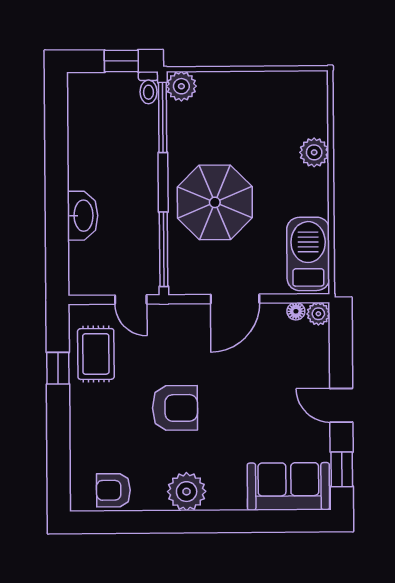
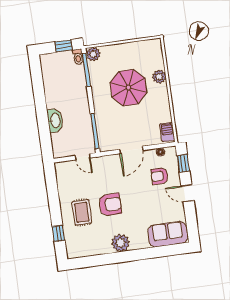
parasol: (215, 202) -> (128, 88), moved
barbecue: (308, 254) -> (167, 132), width x0.53, depth x0.65
plant: (318, 314) -> (171, 152), removed
rug: (96, 354) -> (82, 212), moved
window: (58, 368) -> (58, 233), moved
window: (342, 469) -> (183, 163), moved
armchair: (113, 490) -> (160, 176), moved

